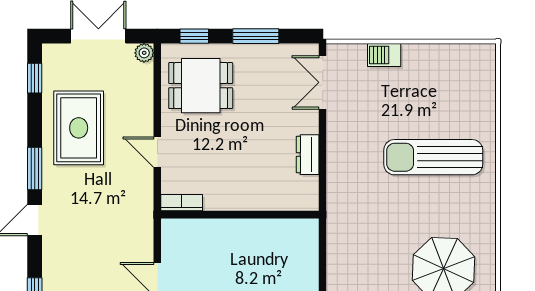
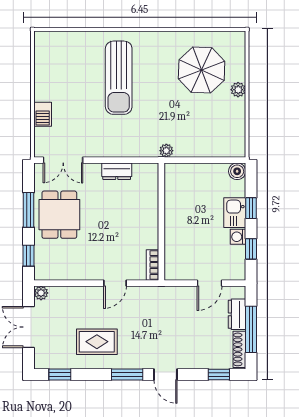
dining table: (201, 86) -> (59, 215), moved
rug: (79, 128) -> (97, 342), width x0.73, depth x0.70
plant: (335, 221) -> (166, 151), added

